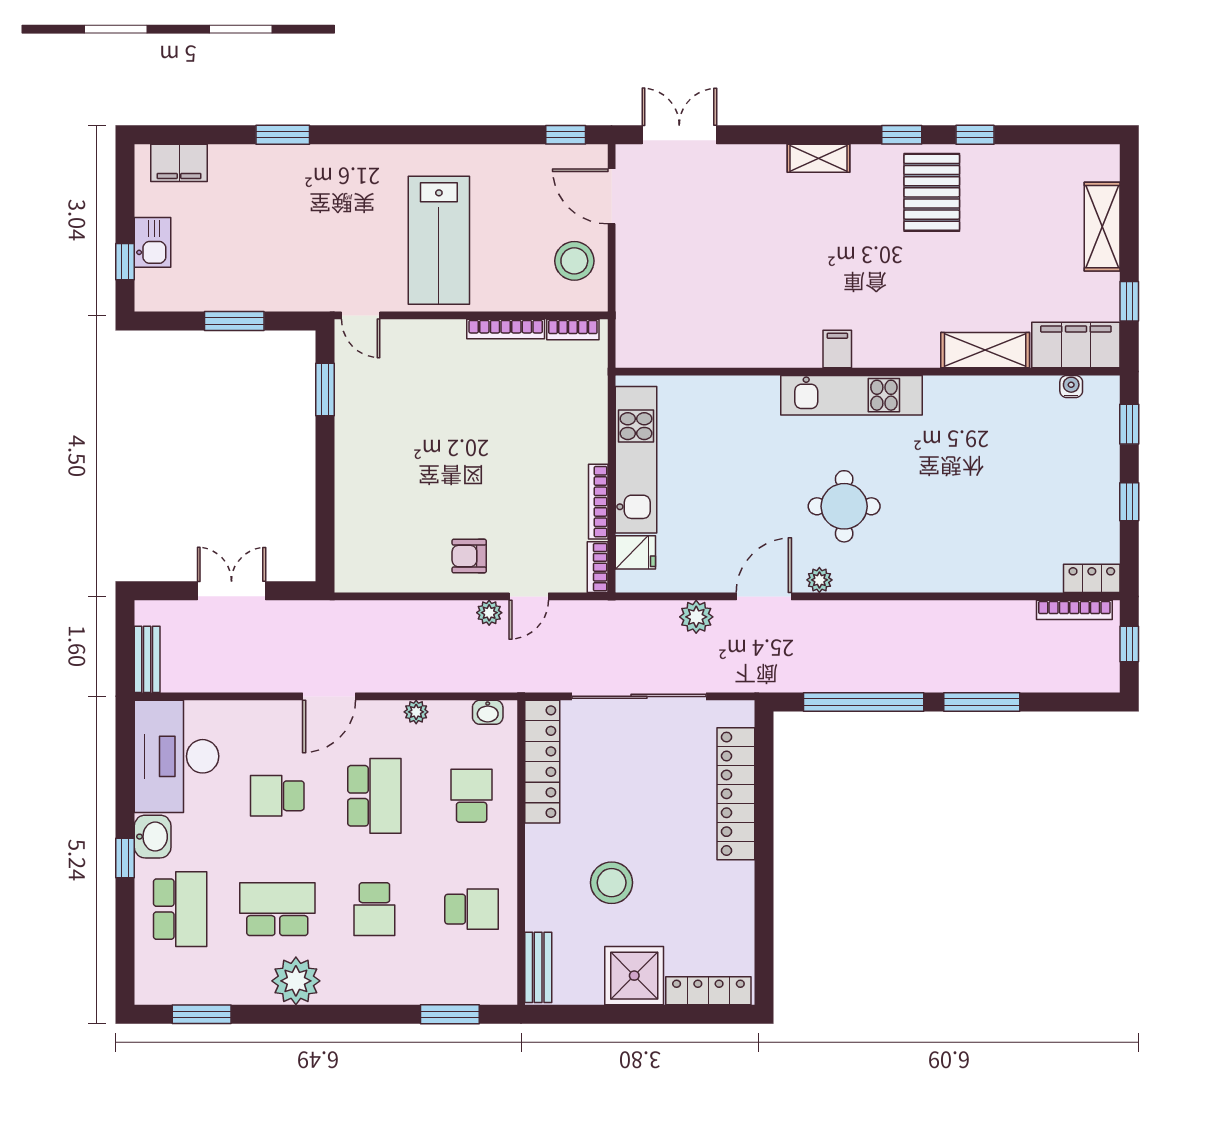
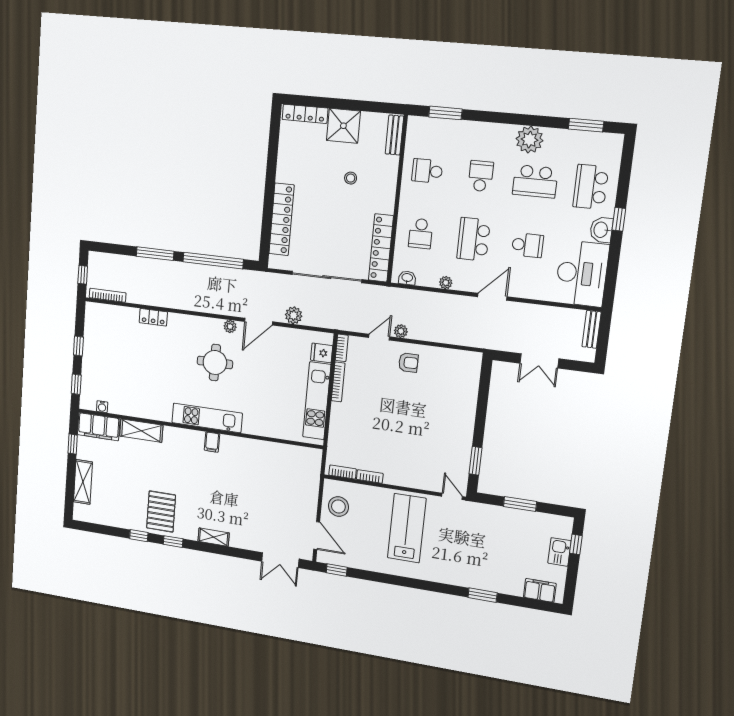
bookcase: (506, 329) -> (370, 476), width x0.64
locker: (1092, 578) -> (153, 317), moved
stool: (612, 883) -> (351, 178), width x0.53, depth x0.53

